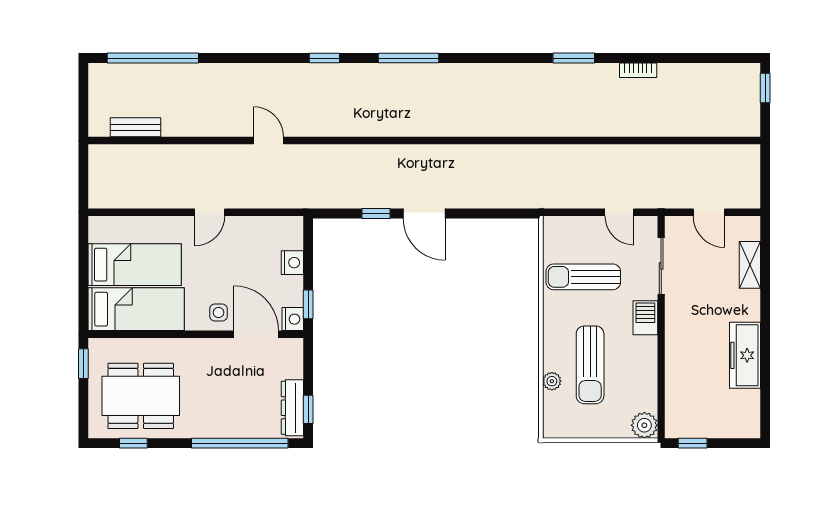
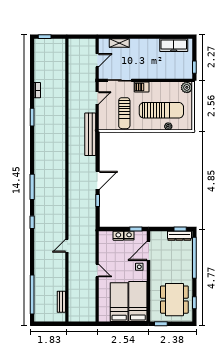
bench: (533, 196) -> (90, 134), added
nightstand: (293, 319) -> (129, 236), moved
freezer: (745, 355) -> (174, 45), moved
sun lounger: (590, 365) -> (161, 110), width x1.36, depth x1.34

